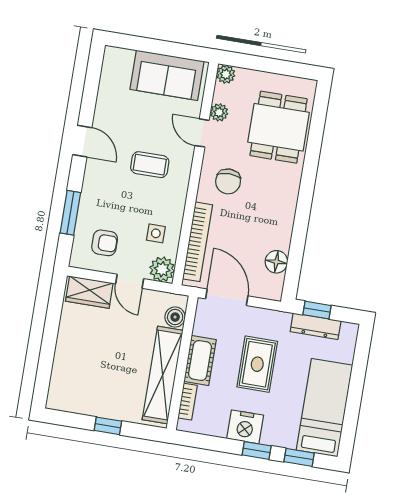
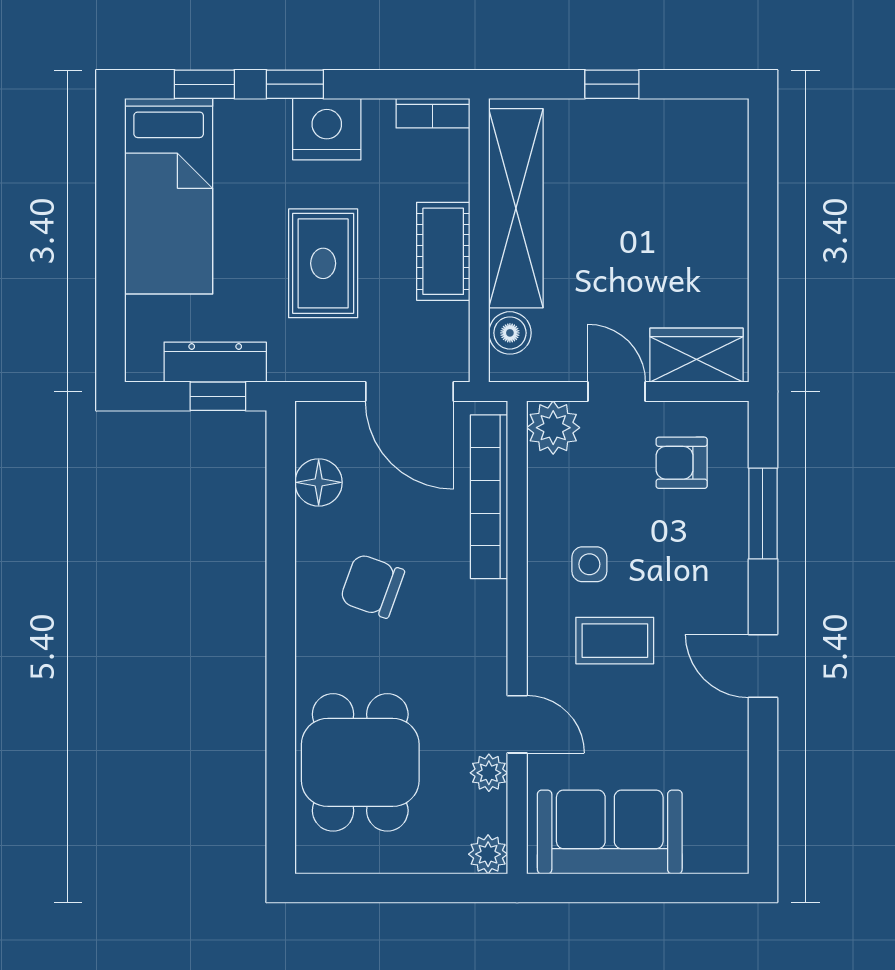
chair: (228, 181) -> (372, 586), moved, turned -70
side table: (156, 233) -> (589, 564), moved
bookcase: (187, 402) -> (433, 113), moved, turned -90

